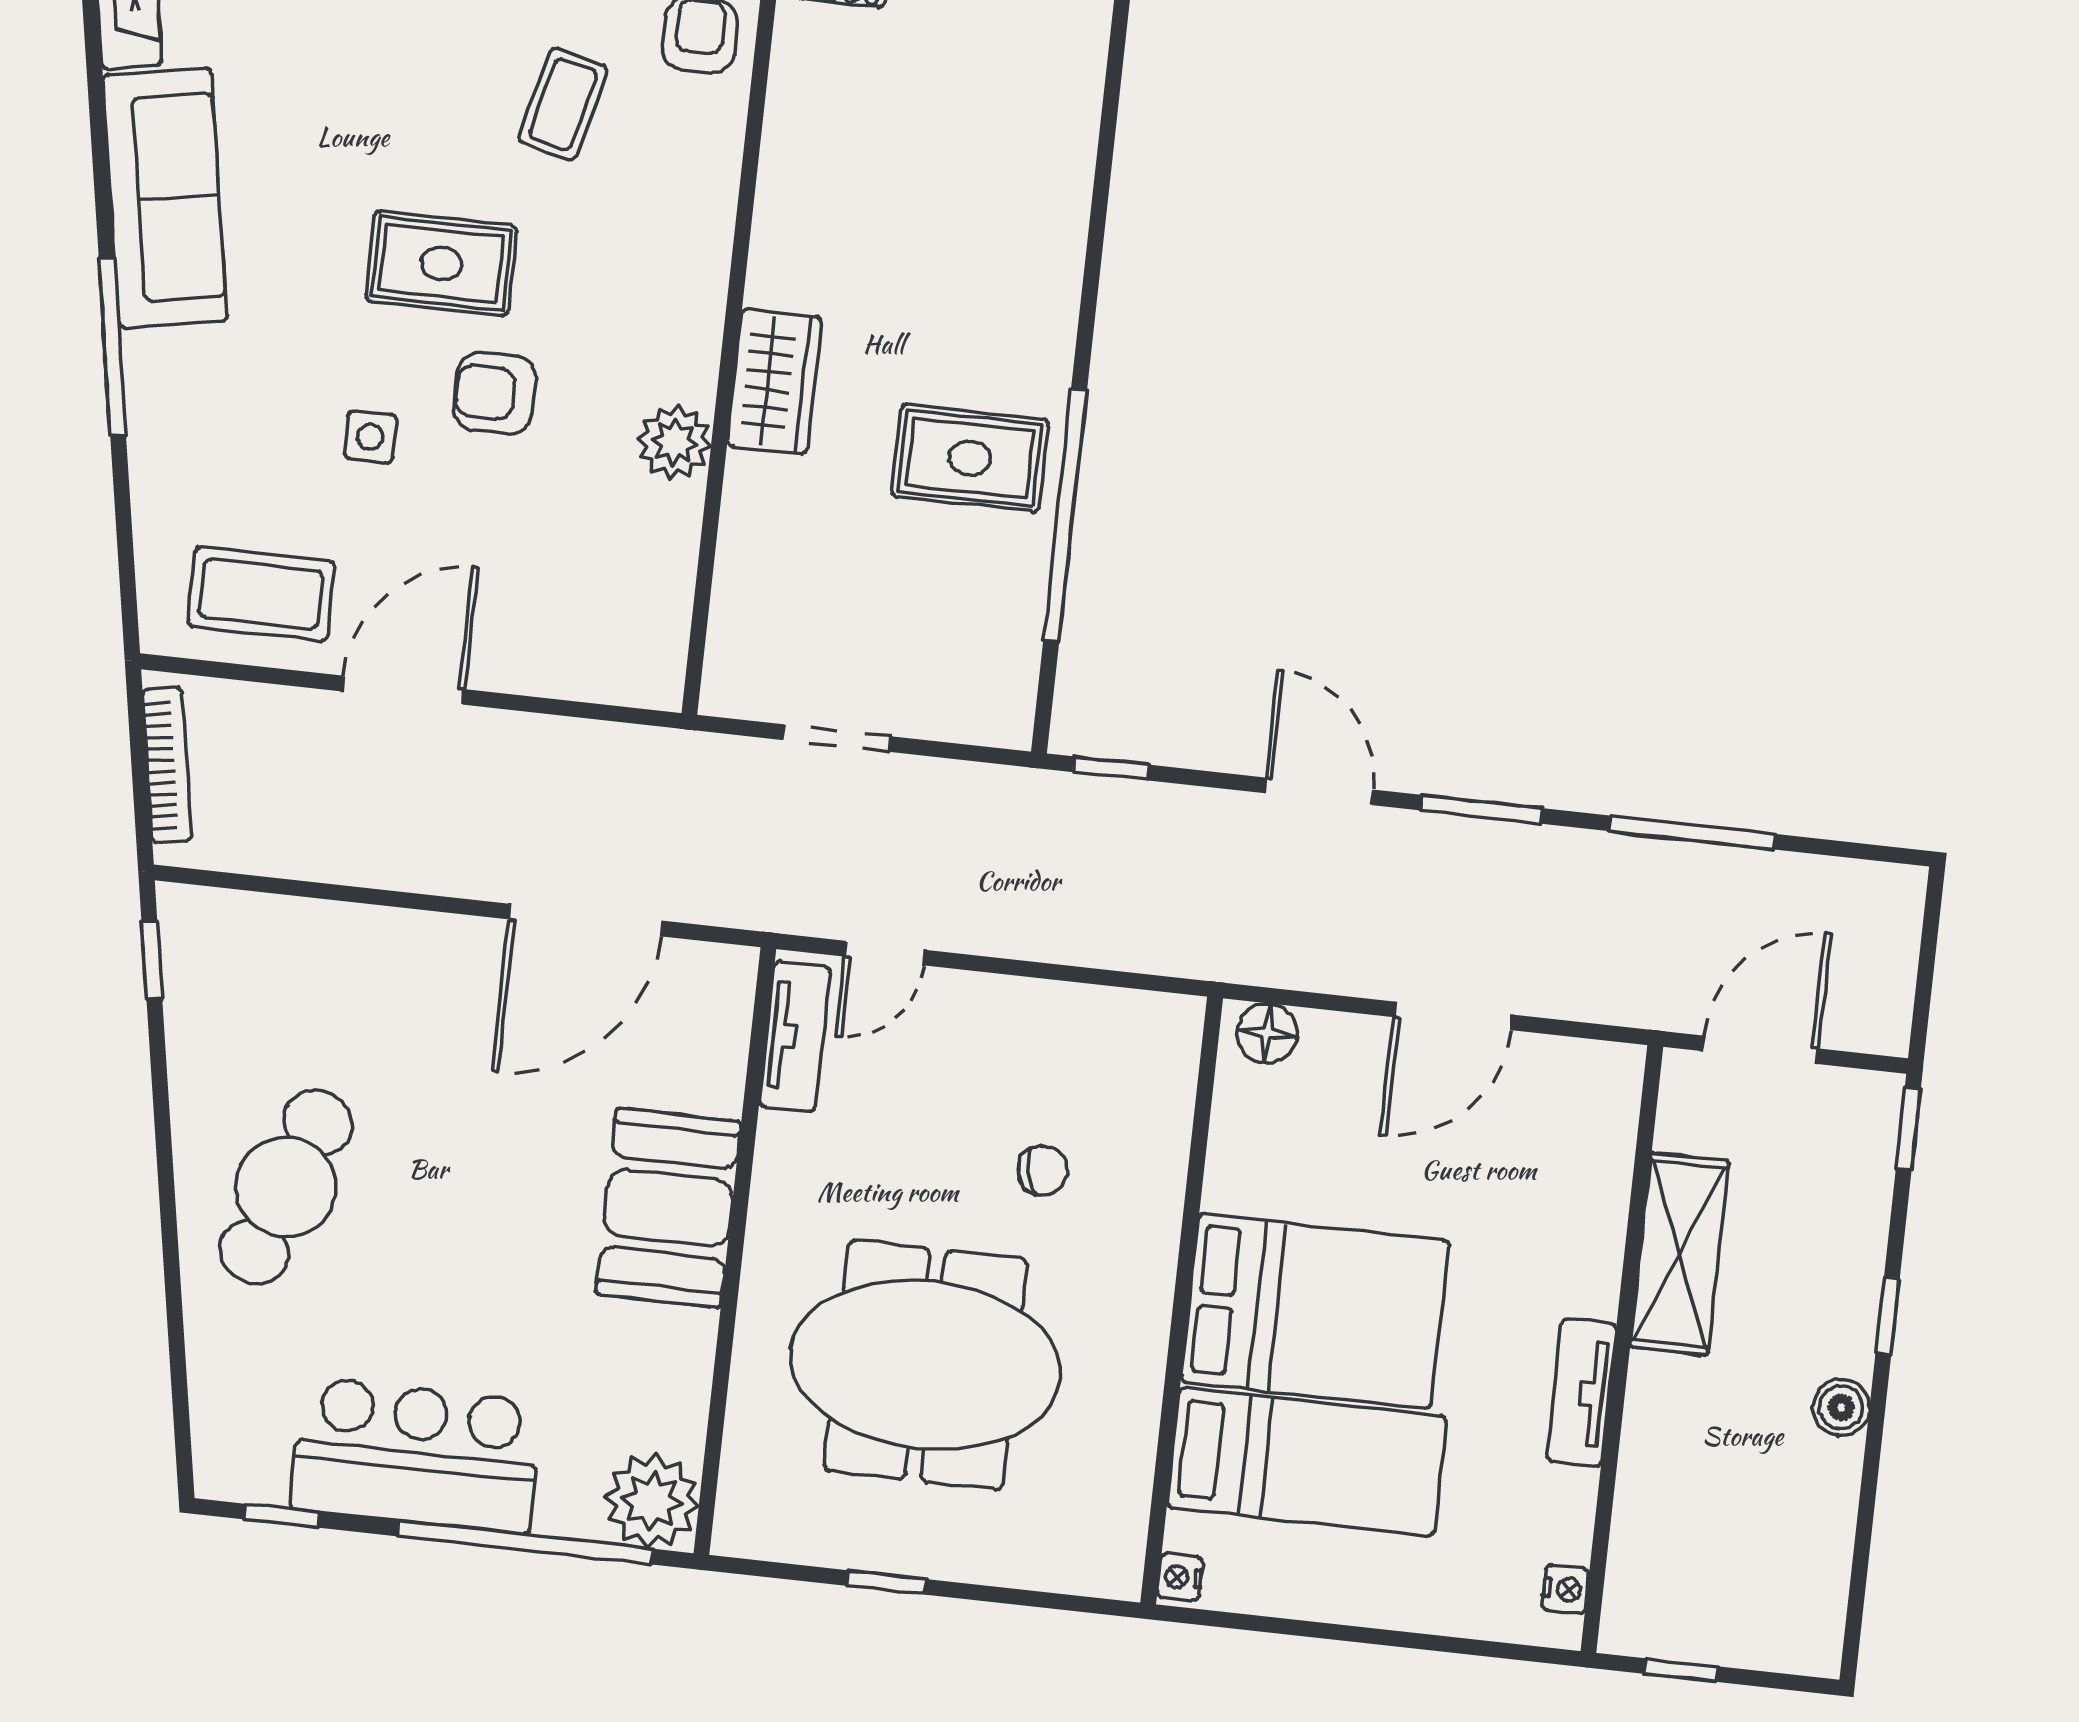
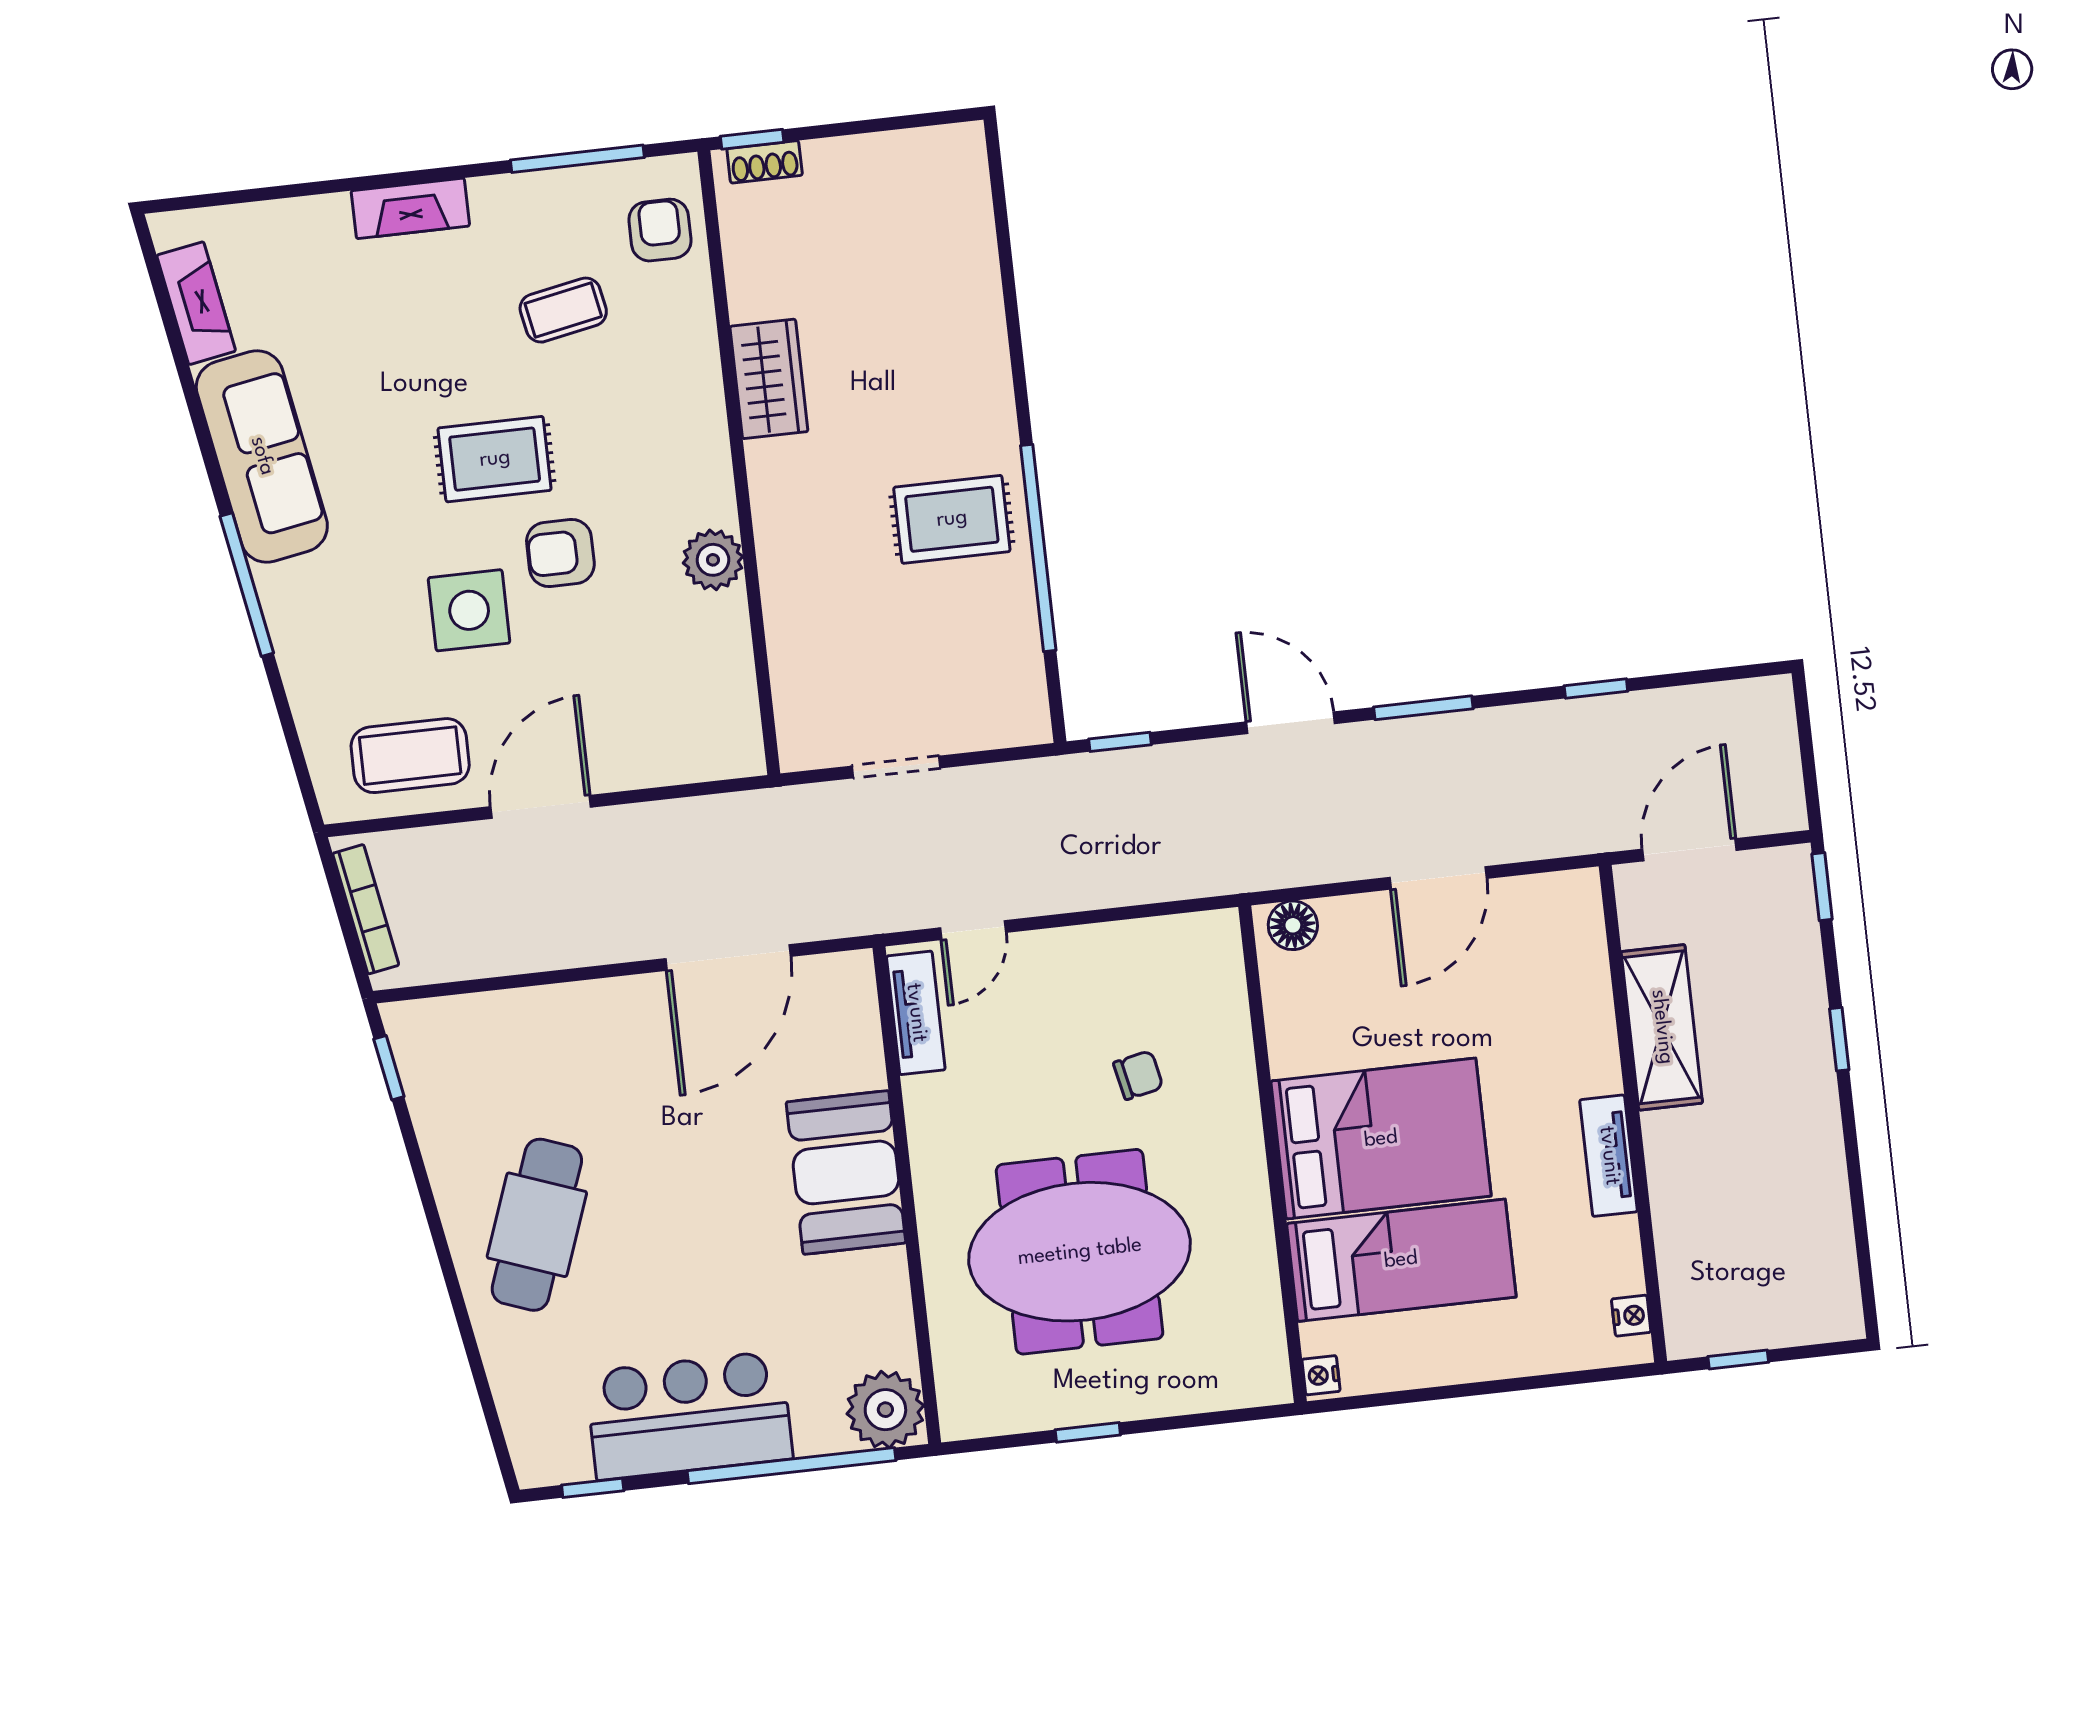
coffee table: (563, 104) -> (563, 310), turned 65
wardrobe: (774, 381) -> (769, 379), moved
side table: (370, 437) -> (469, 610), width x1.87, depth x1.87
window: (1692, 833) -> (1596, 688), width x0.46
boiler: (1841, 1407) -> (1819, 1121), removed

